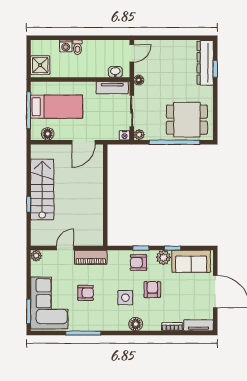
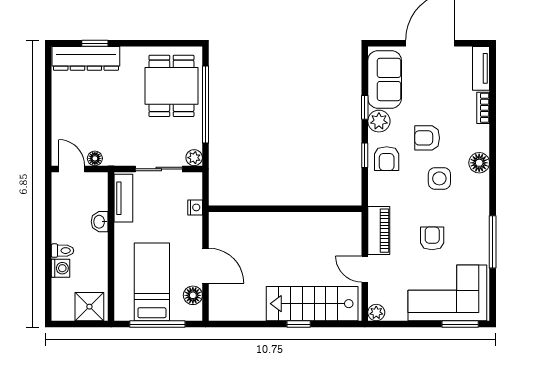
washbasin: (115, 72) -> (100, 222), moved
floor lamp: (139, 80) -> (95, 158), moved
nightstand: (125, 135) -> (195, 207), moved
door: (83, 142) -> (205, 266), moved
stairs: (42, 189) -> (312, 304), moved

